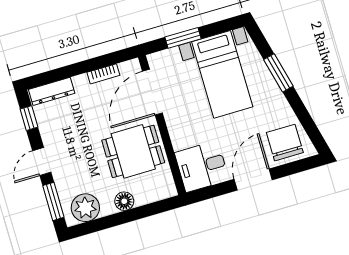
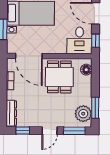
door: (42, 162) -> (50, 131), hinge flipped
window: (209, 192) -> (96, 41), added
floor lamp: (124, 201) -> (86, 70), moved
window: (101, 224) -> (95, 108), added

